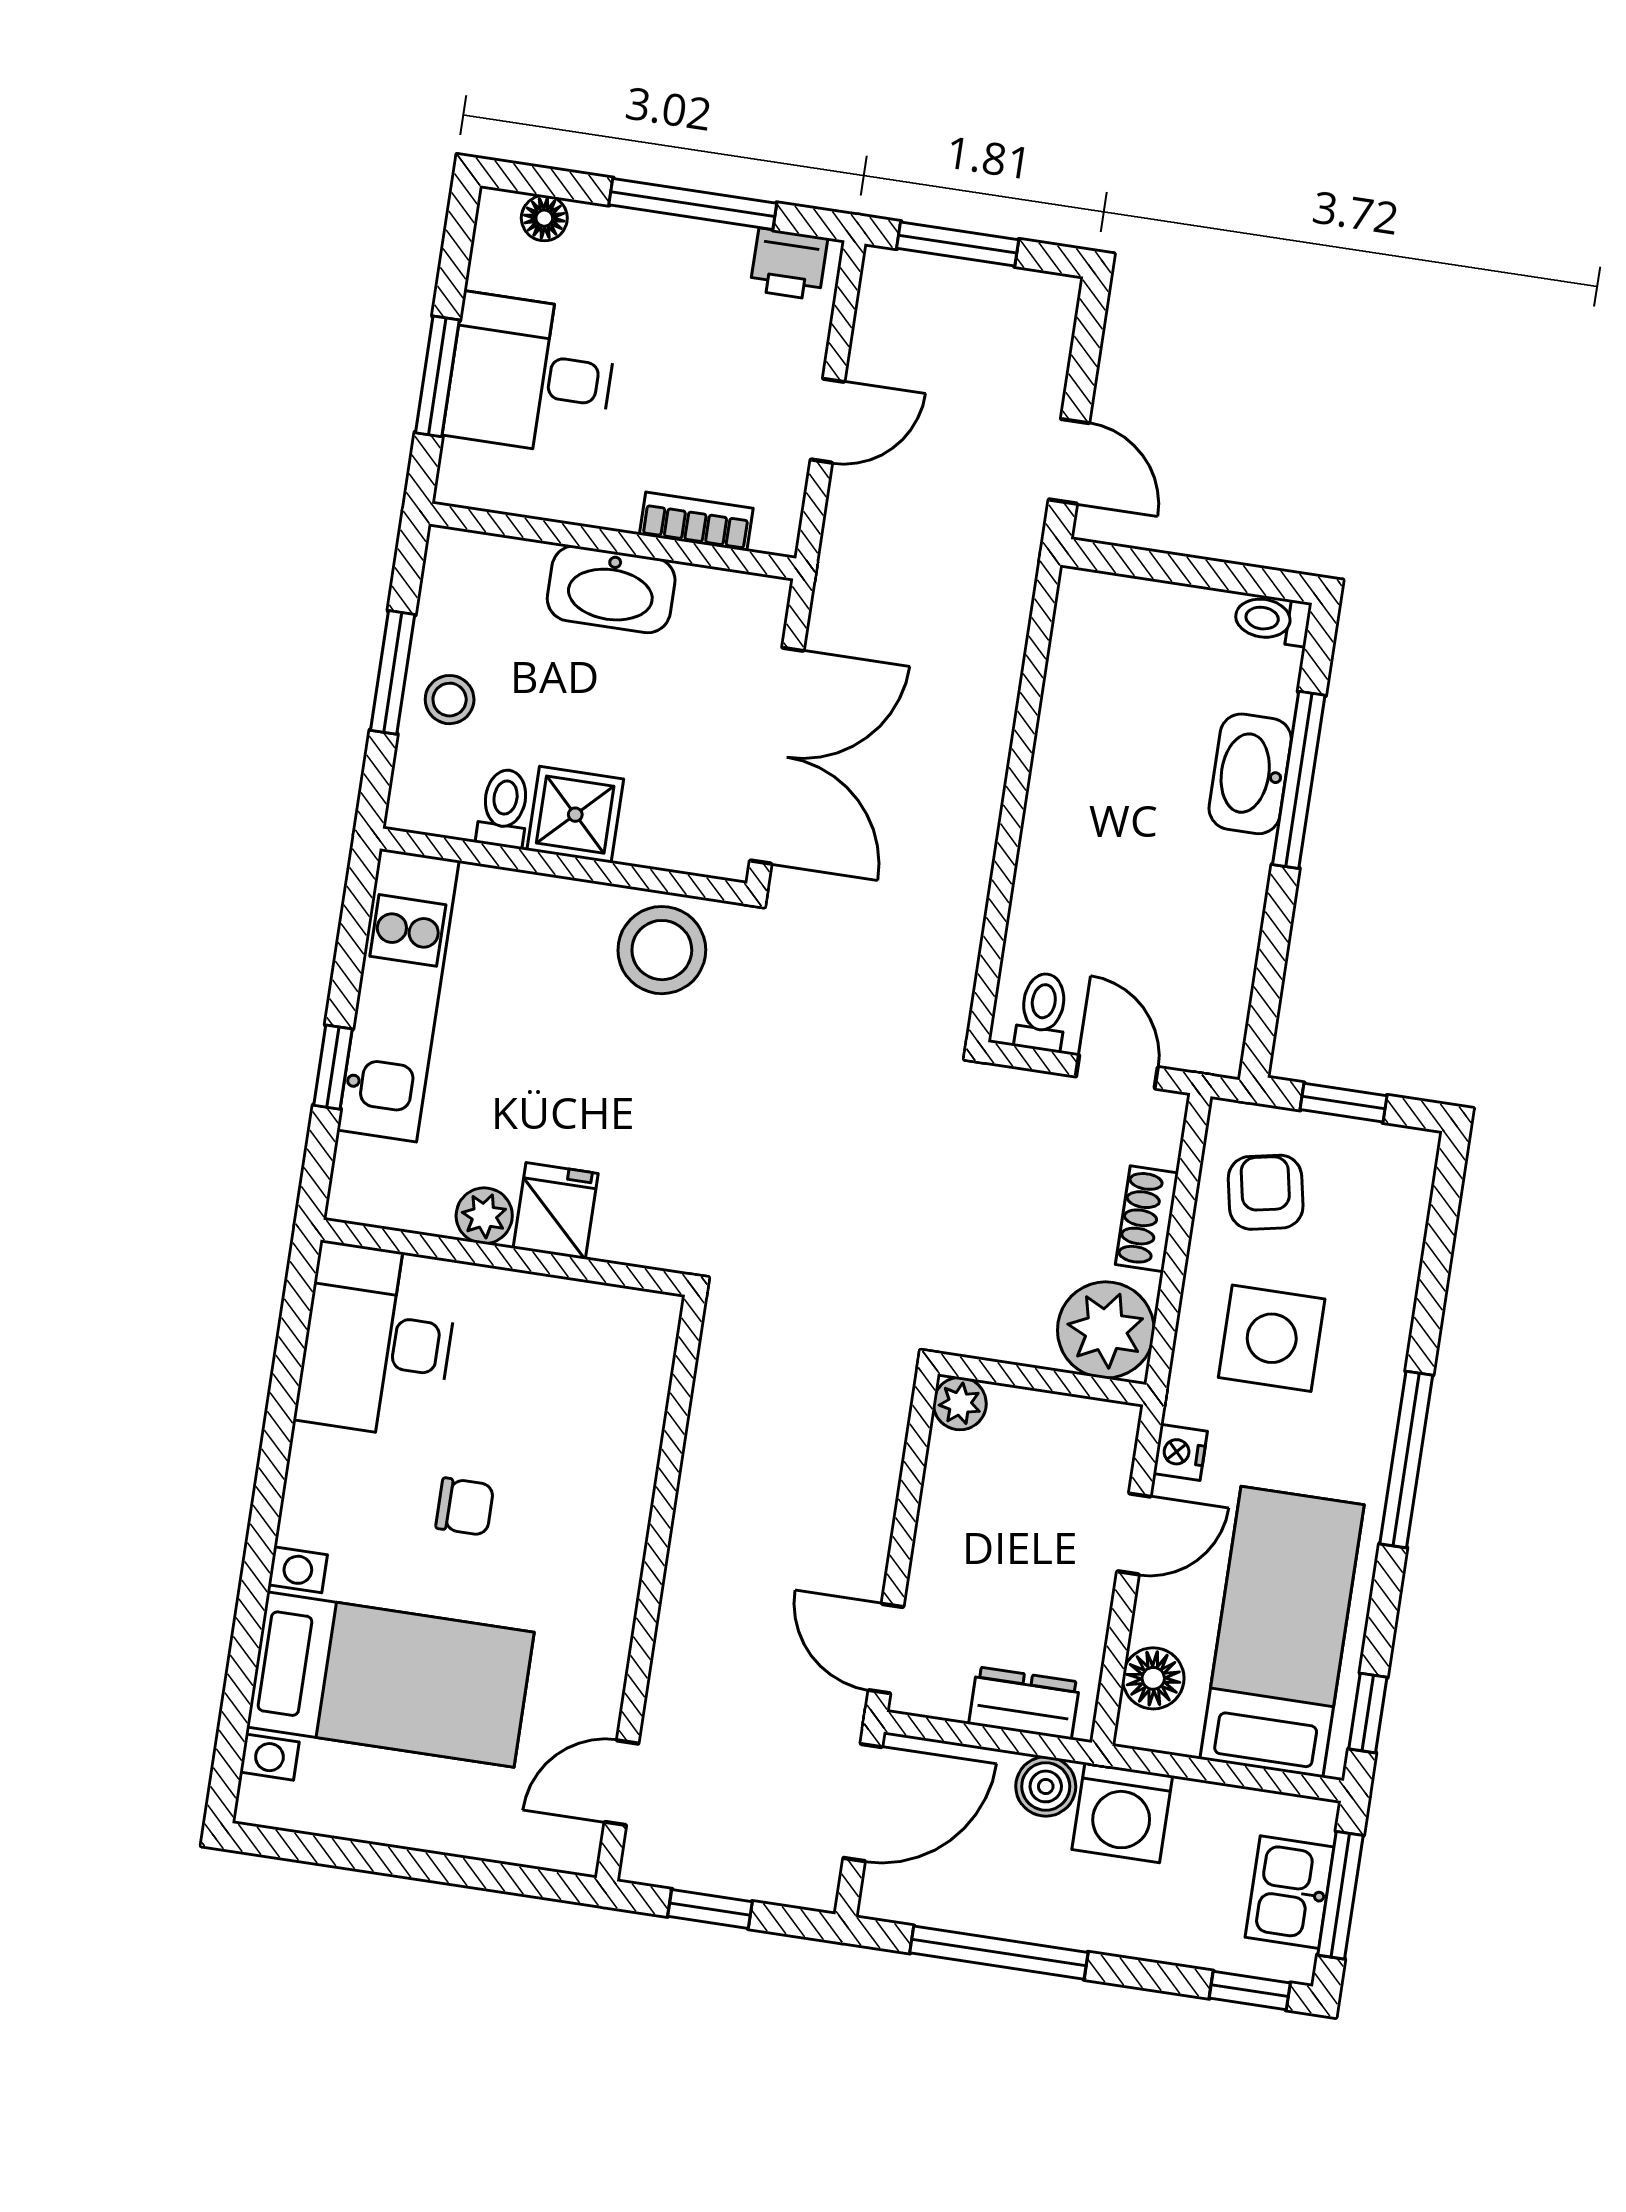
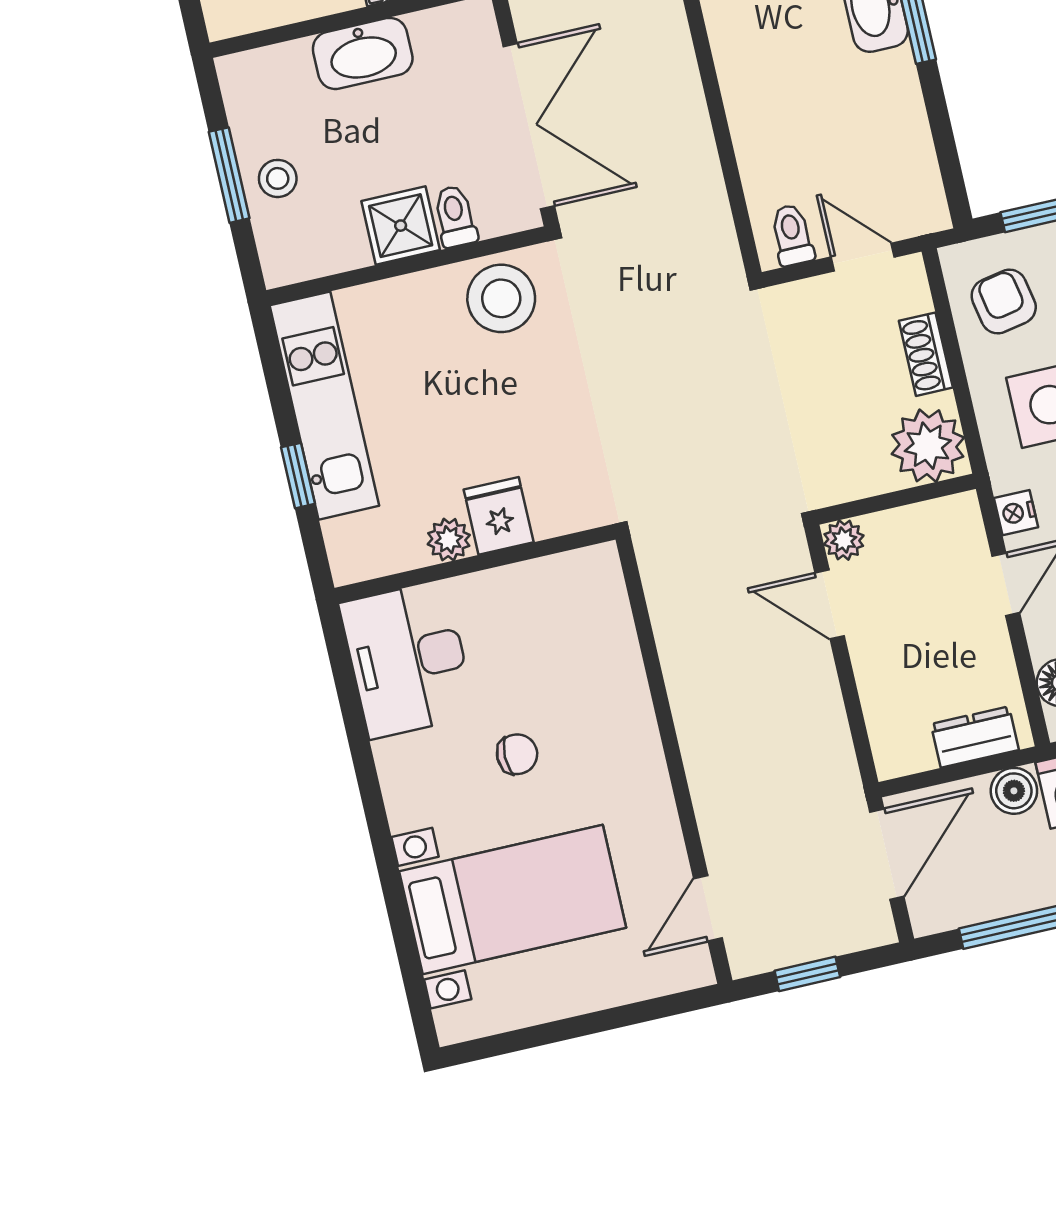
toilet: (504, 808) -> (455, 216), moved
door: (886, 1649) -> (830, 604), moved

